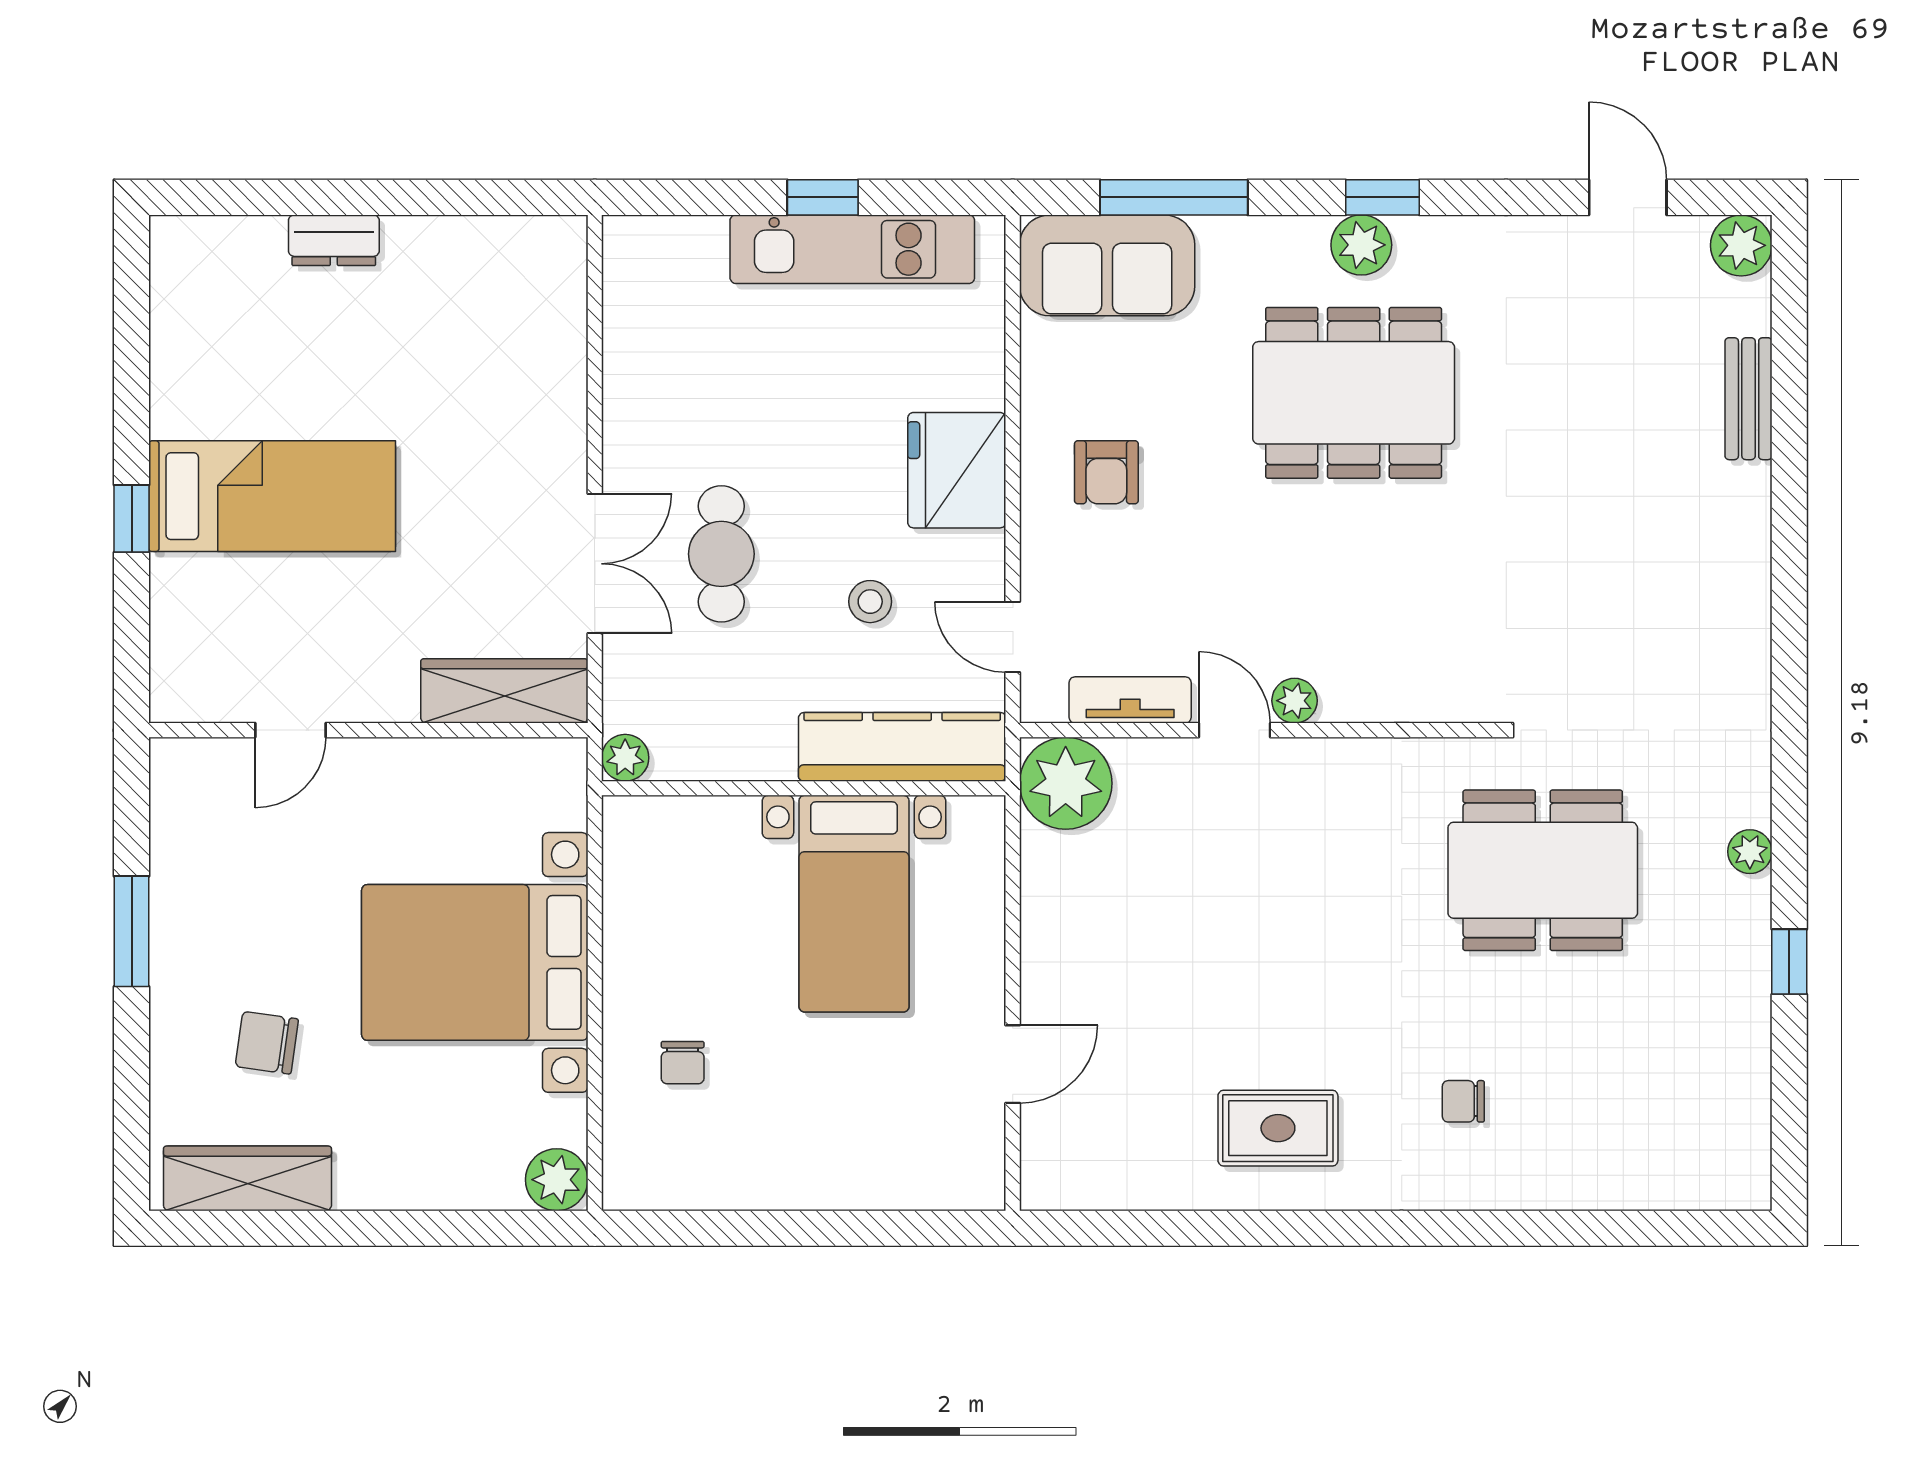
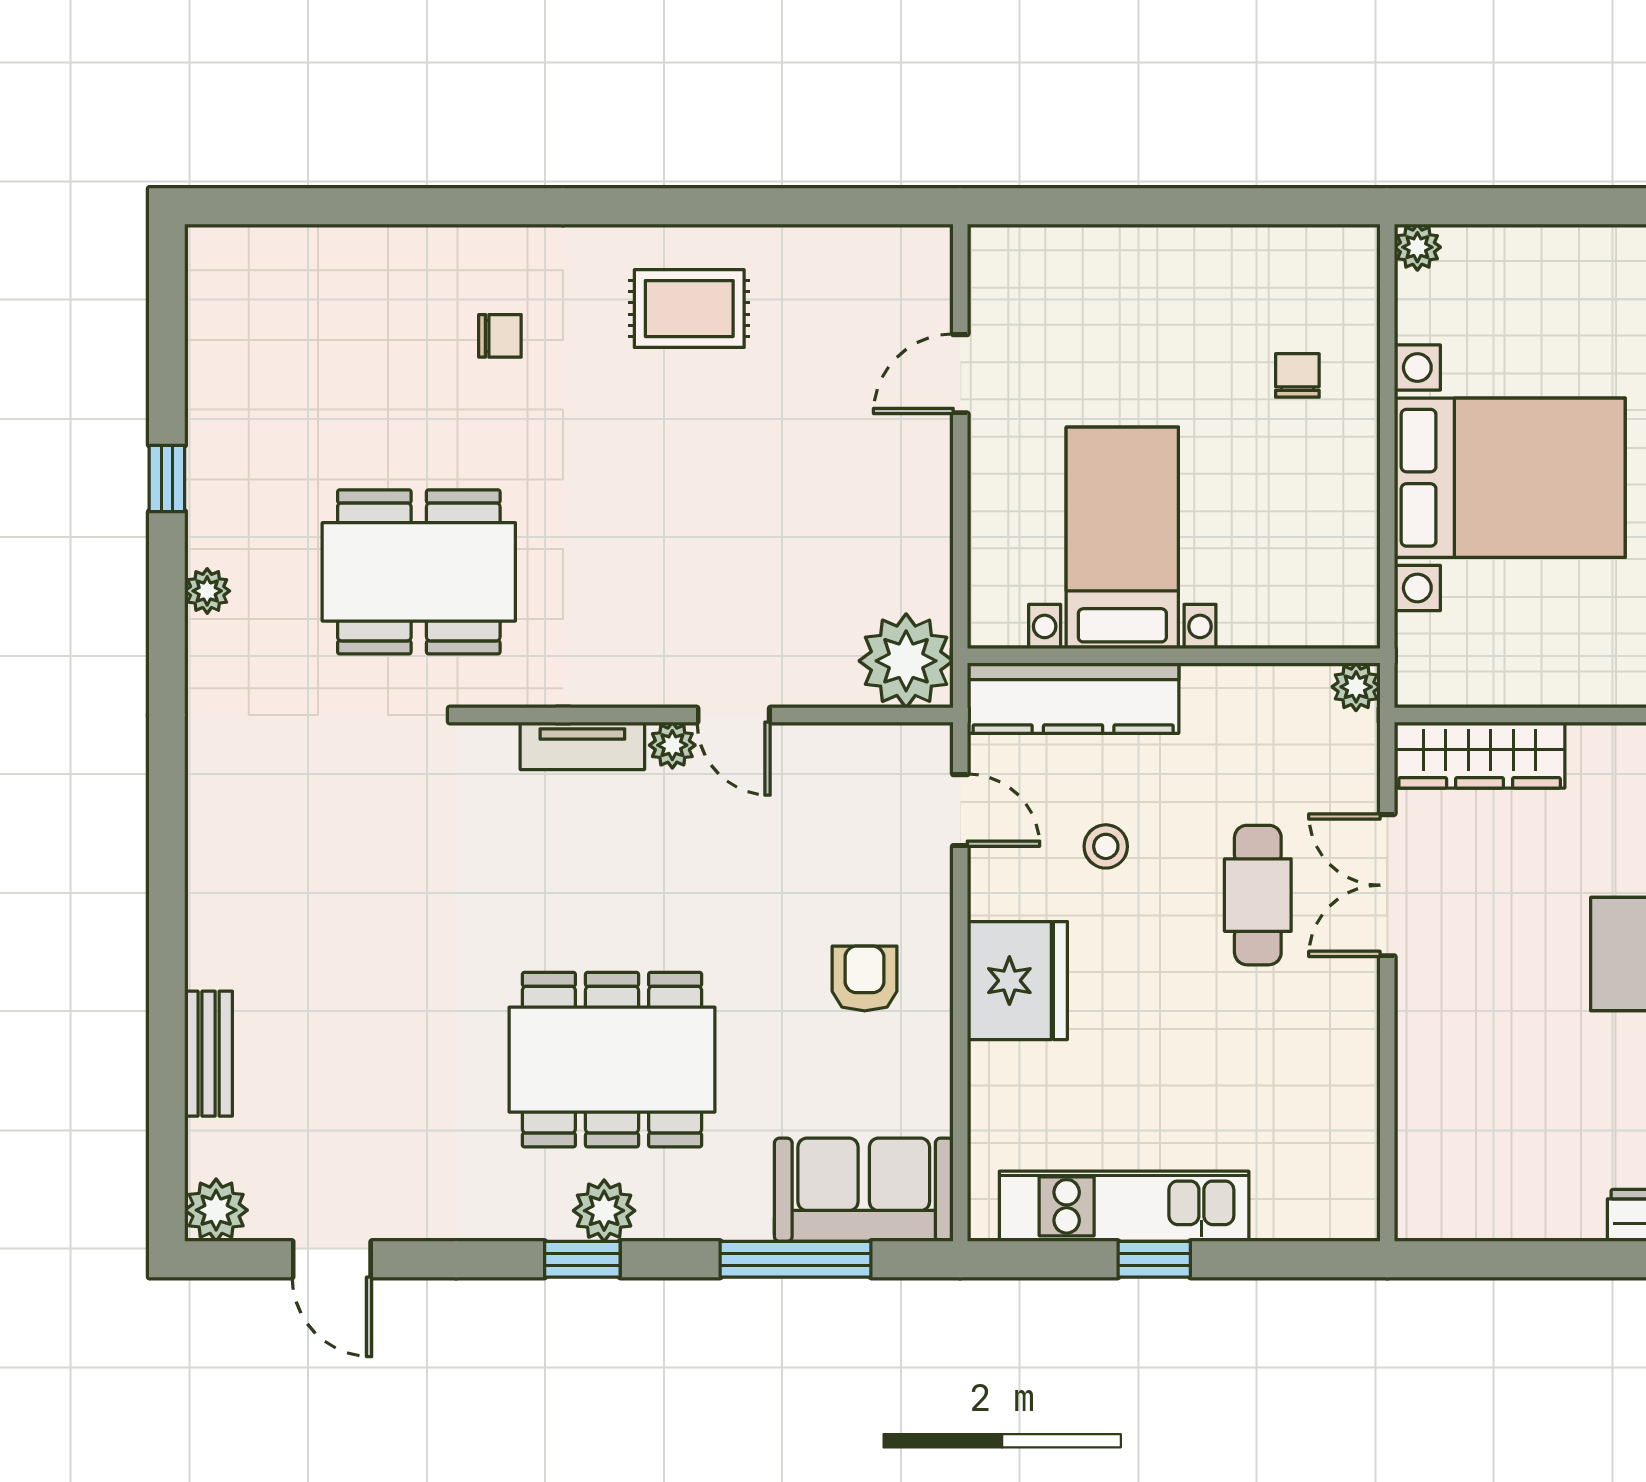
tv unit: (1130, 700) -> (582, 746), moved
plant: (557, 1180) -> (1417, 247), width x0.73, depth x0.73

